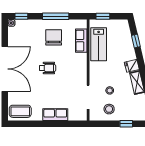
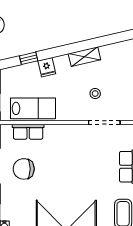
fridge: (132, 66) -> (47, 67), moved
wheelchair: (48, 68) -> (65, 177), removed
stool: (109, 109) -> (120, 94), removed

